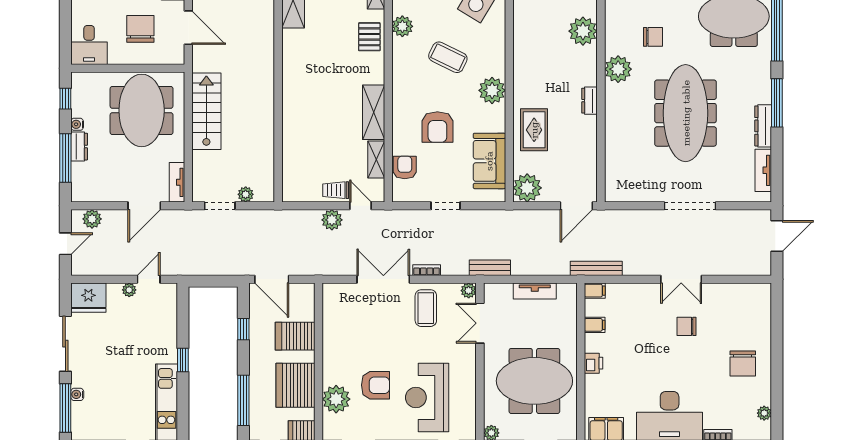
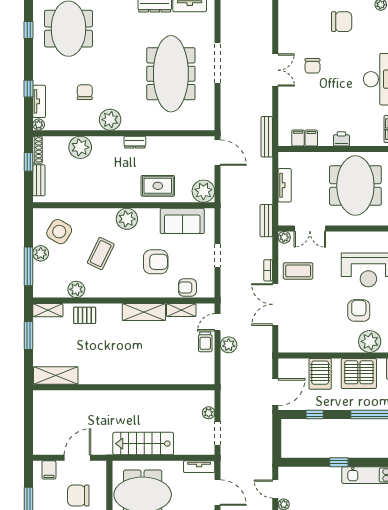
meeting table: (686, 113) -> (171, 74), moved, turned 90
filing cabinet: (595, 291) -> (298, 138), moved

